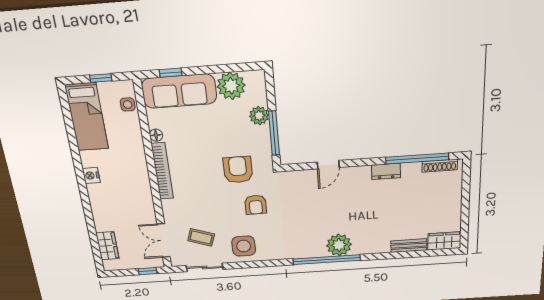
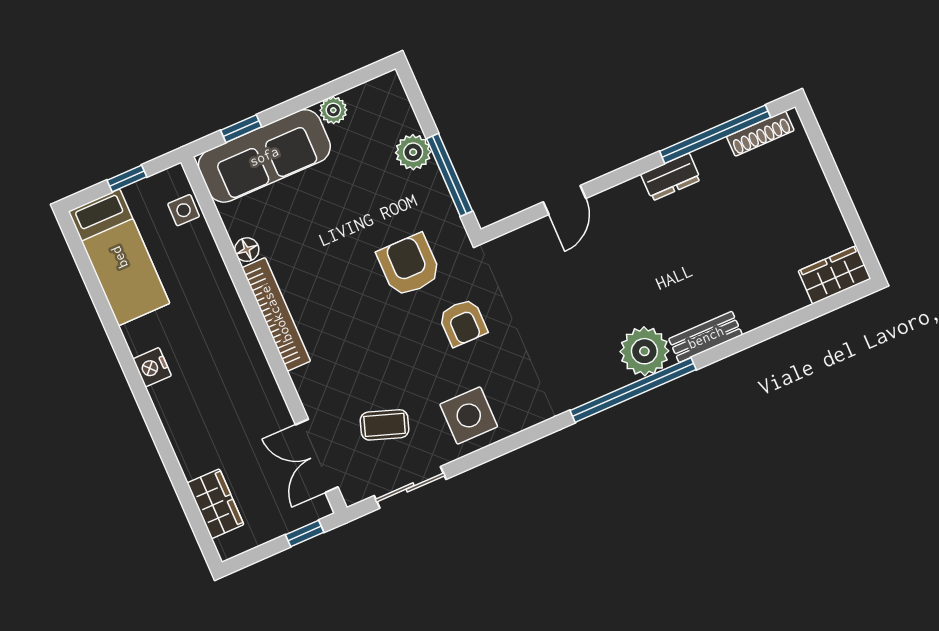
plant: (231, 86) -> (333, 110), width x0.53, depth x0.53
bench: (409, 246) -> (706, 337), moved

